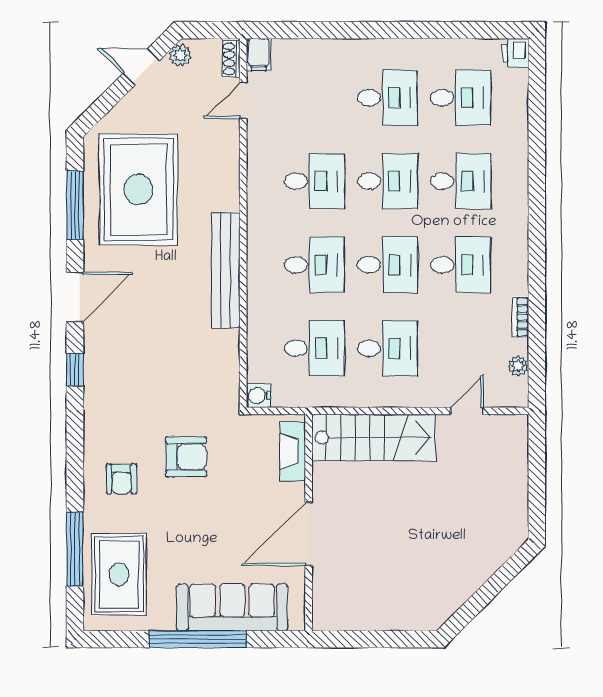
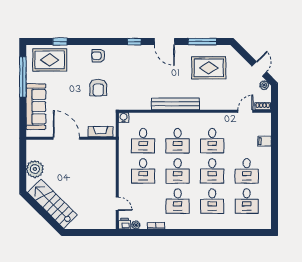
printer: (515, 53) -> (125, 224), moved
filing cabinet: (259, 55) -> (265, 141), moved
door: (243, 101) -> (245, 111), hinge flipped
rug: (138, 190) -> (209, 68), width x0.73, depth x0.69
stairs: (374, 438) -> (52, 204), moved, turned 135
armchair: (122, 479) -> (98, 56), moved
window: (75, 549) -> (60, 42), width x0.46
plant: (383, 610) -> (35, 169), added
window: (198, 639) -> (23, 77), moved

